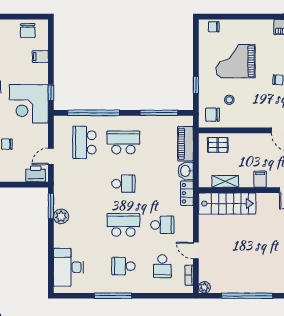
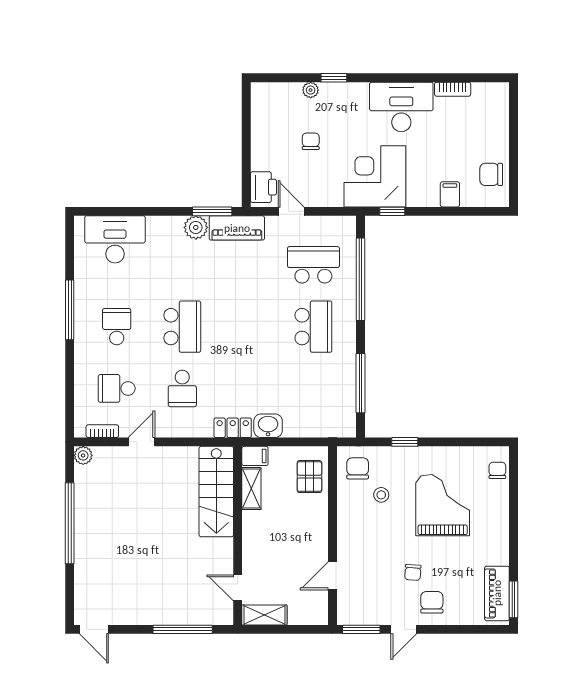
piano: (185, 144) -> (237, 228), moved, turned 180
filing cabinet: (260, 179) -> (255, 456), moved
school desk: (123, 184) -> (248, 327), removed

